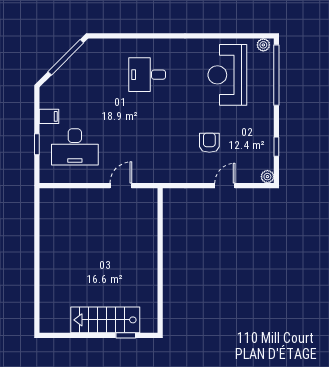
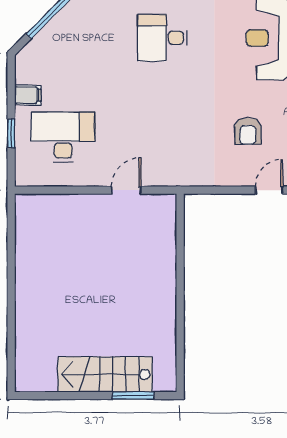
armchair: (209, 143) -> (248, 131), turned 180
desk: (75, 147) -> (63, 137), turned 180
window: (126, 335) -> (133, 396), width x1.50

